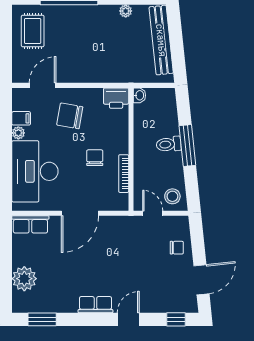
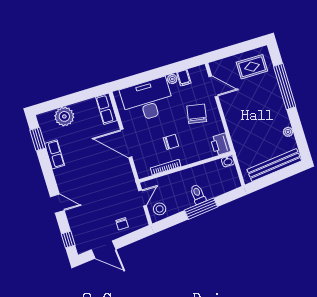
row of seats: (95, 305) -> (54, 154), moved

